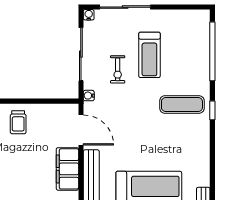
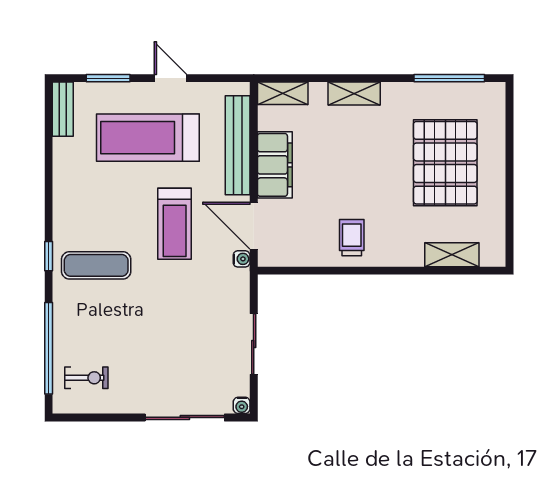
sliding door: (81, 54) -> (254, 344), width x0.73
treadmill: (149, 55) -> (175, 224), moved, turned 180
exercise bike: (118, 69) -> (86, 378), moved, turned 90
water cooler: (89, 96) -> (242, 259), moved

